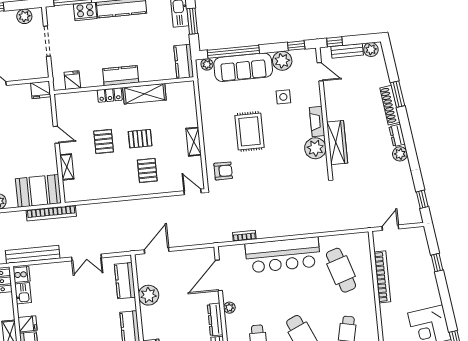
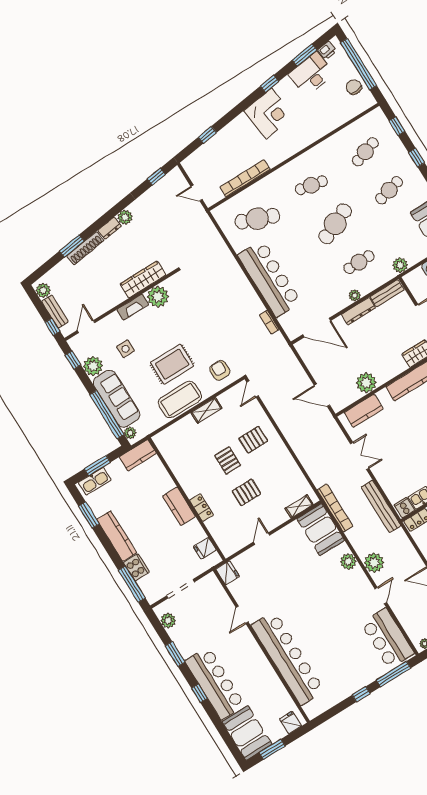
shelving: (144, 94) -> (185, 477), removed
coffee table: (215, 123) -> (180, 399), added
shelving: (67, 167) -> (299, 506), moved
cafe table: (341, 270) -> (257, 219), turned 39
plant: (229, 308) -> (355, 295), moved

